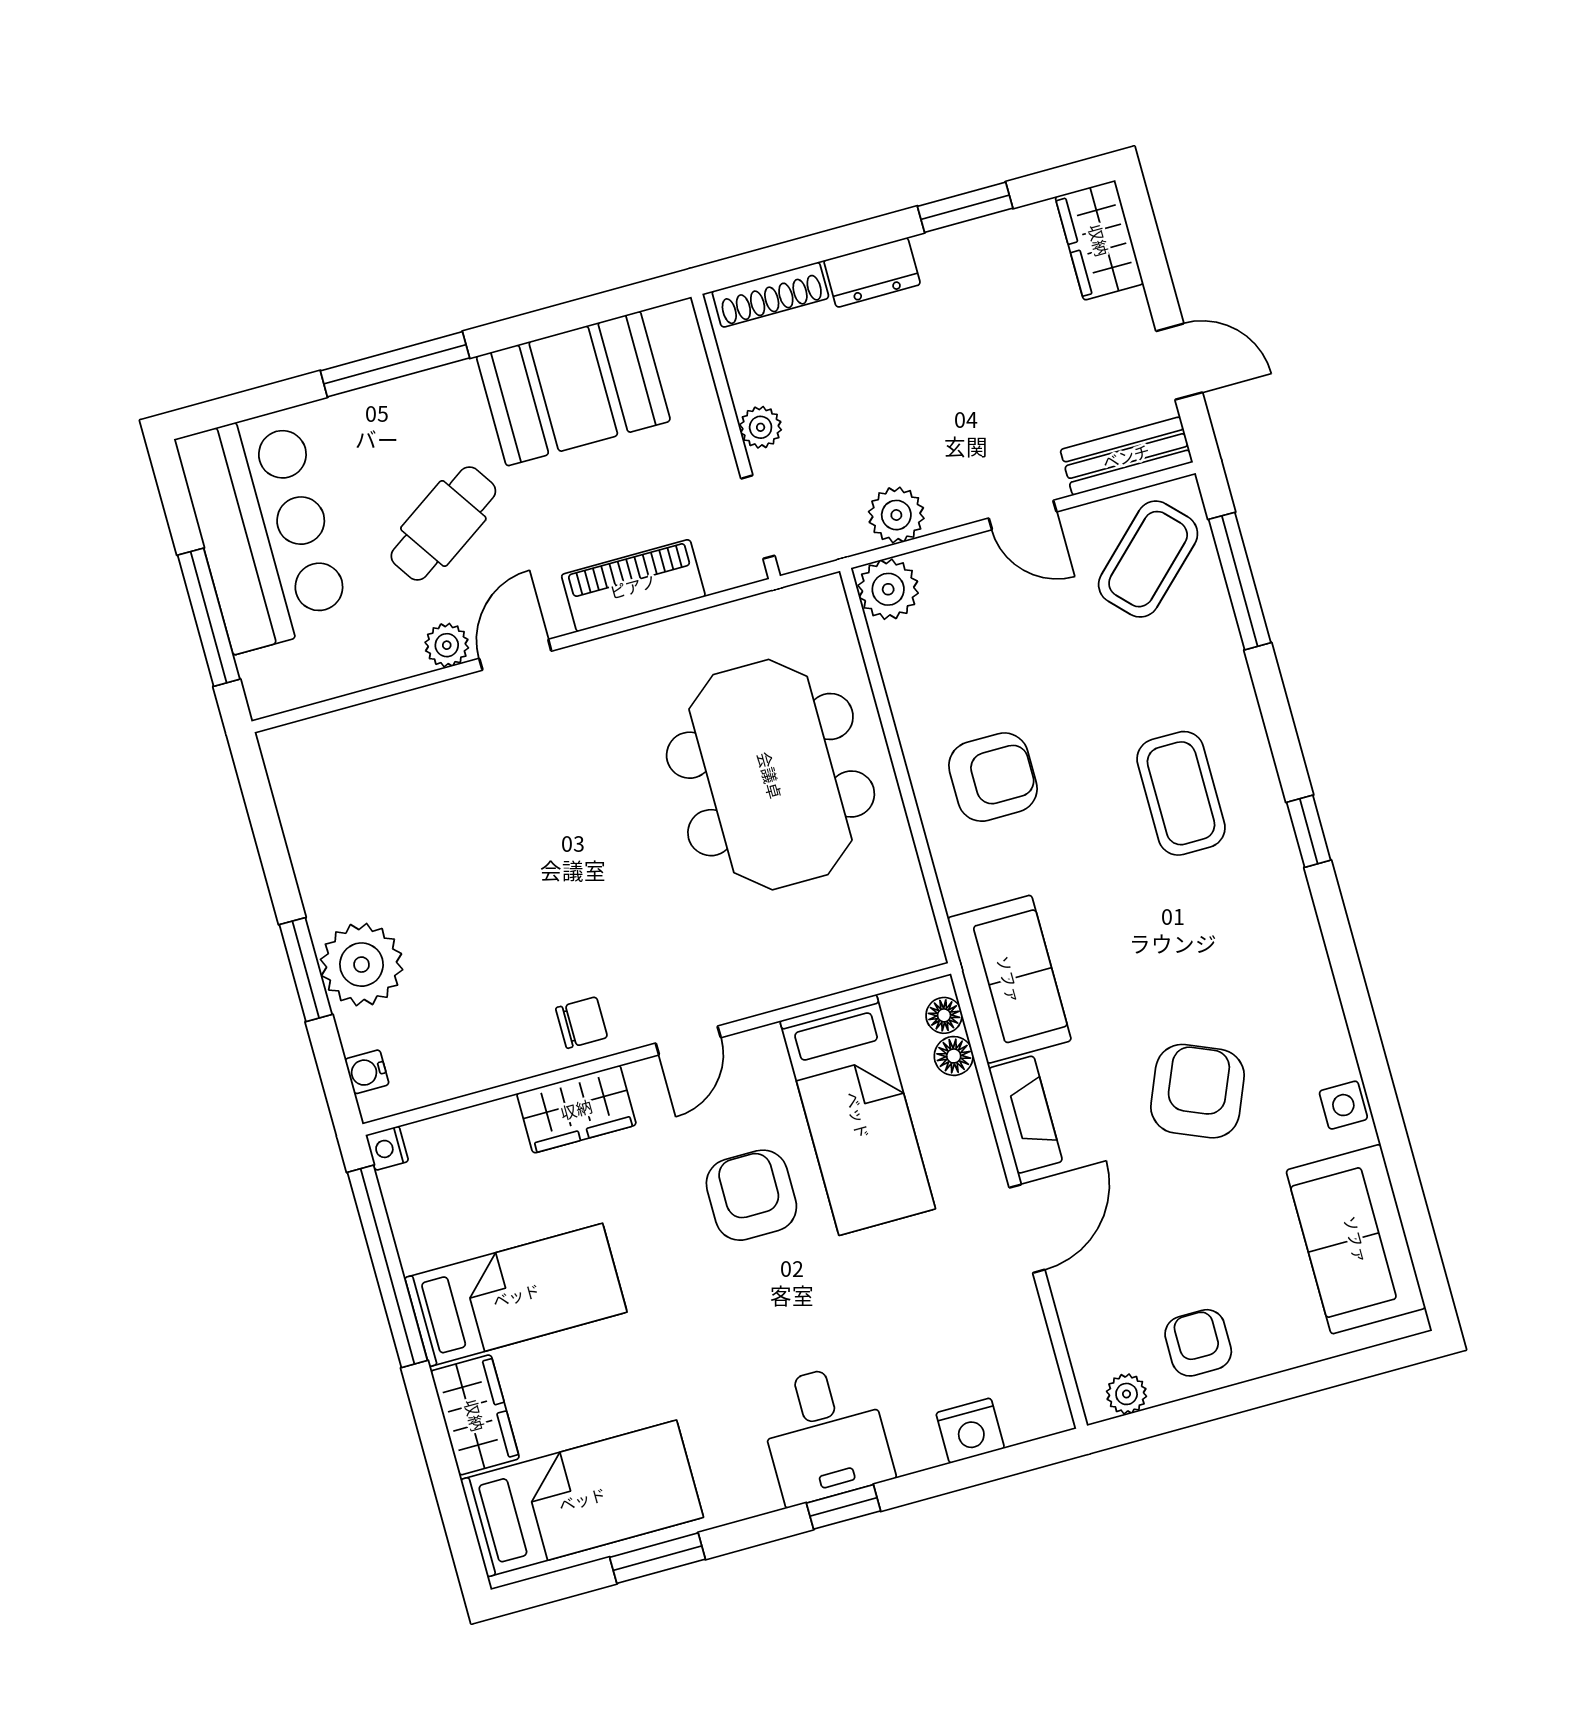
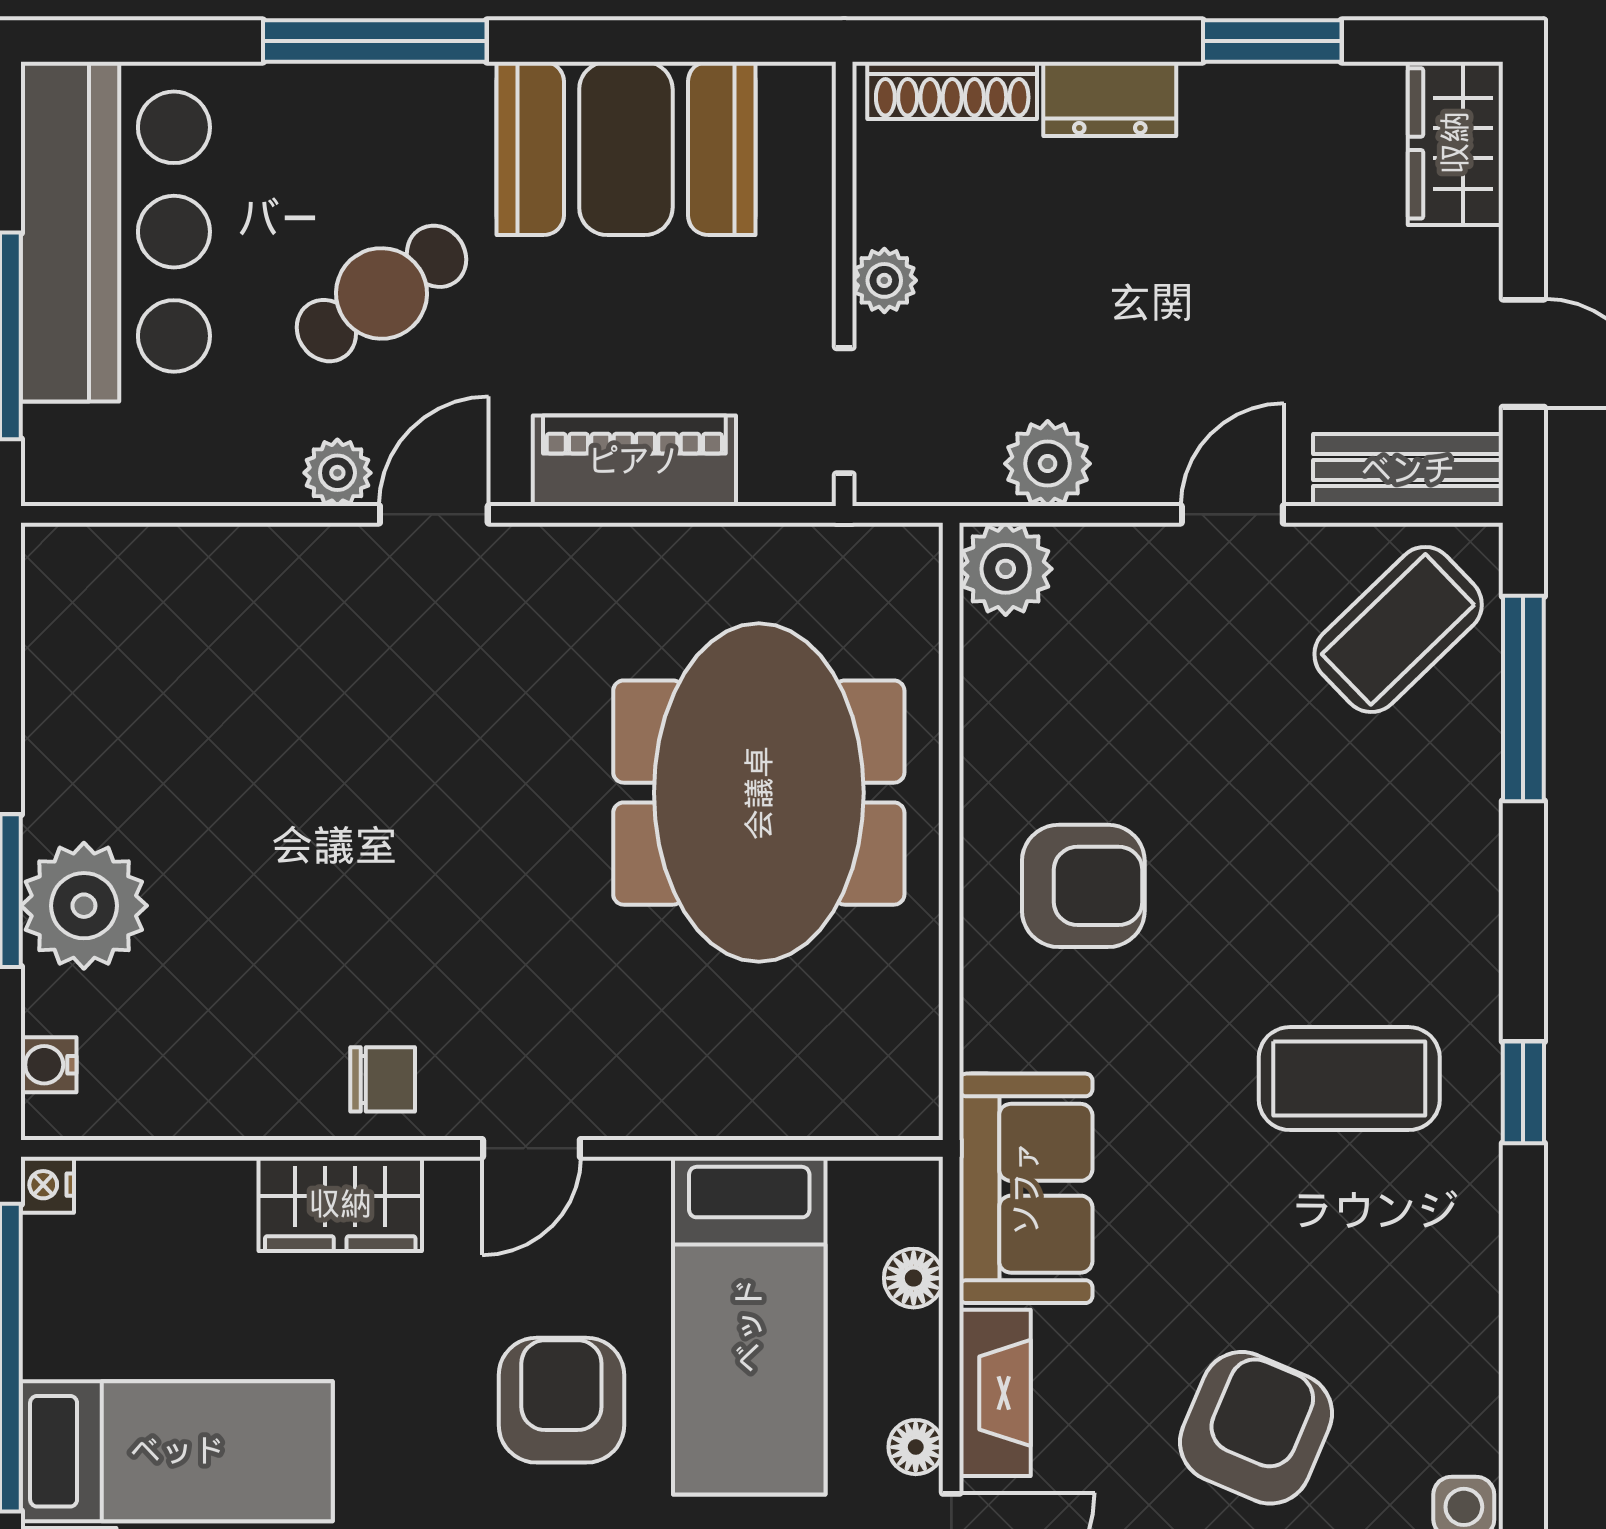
door: (1023, 515) -> (1232, 514), swing flipped
coffee table: (1181, 793) -> (1349, 1079), moved, turned 90
floor lamp: (944, 1015) -> (916, 1447), moved

